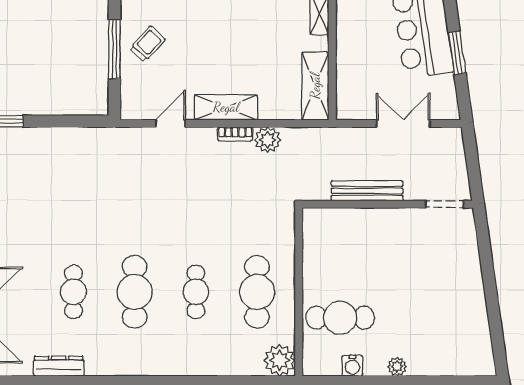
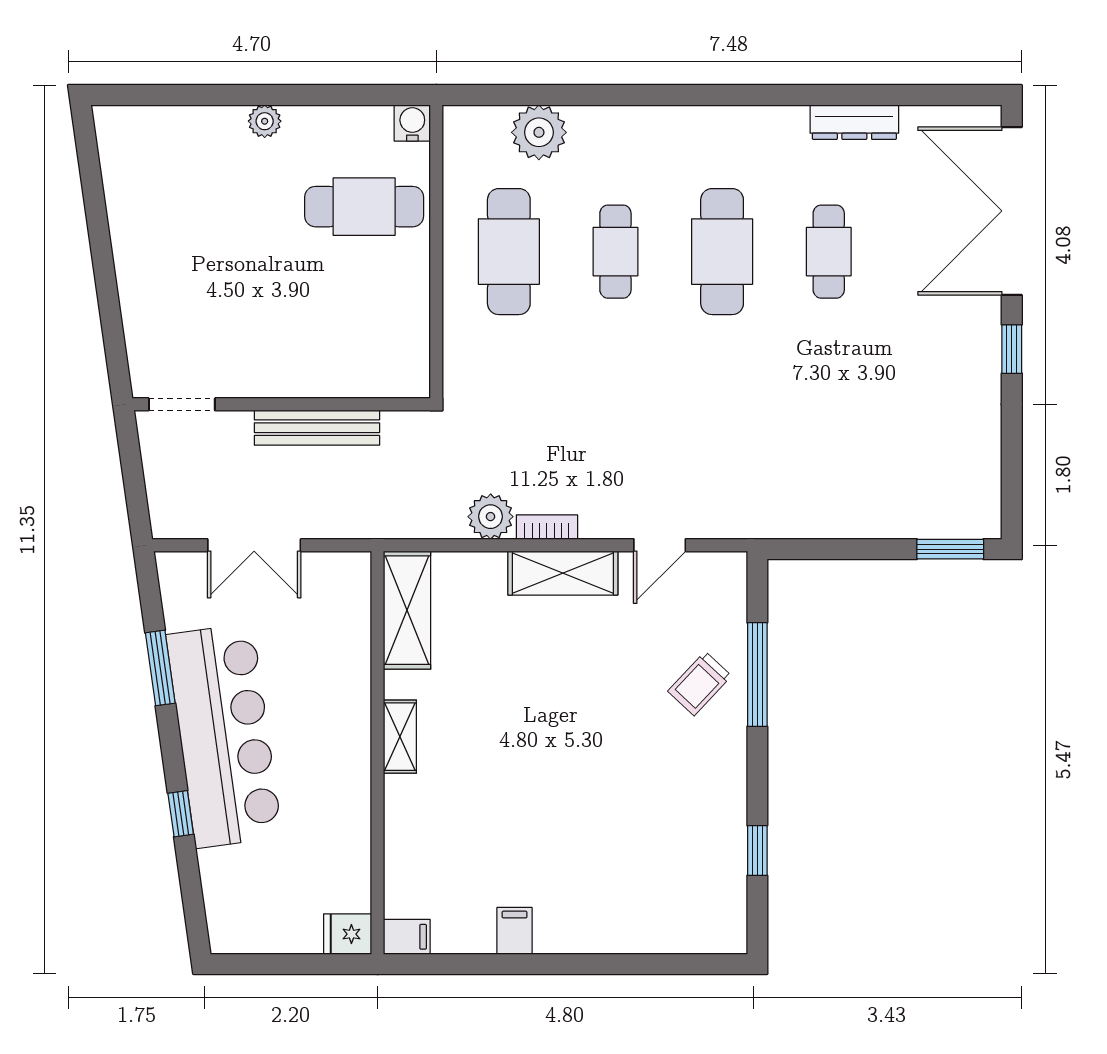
plant: (279, 360) -> (539, 132), moved
water cooler: (352, 366) -> (412, 123), moved

